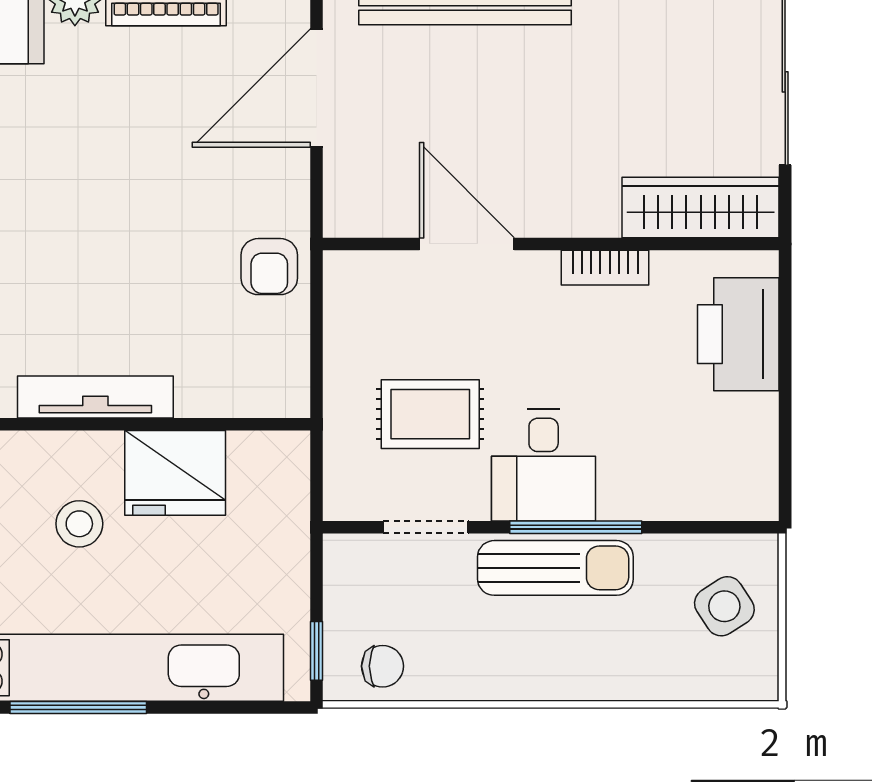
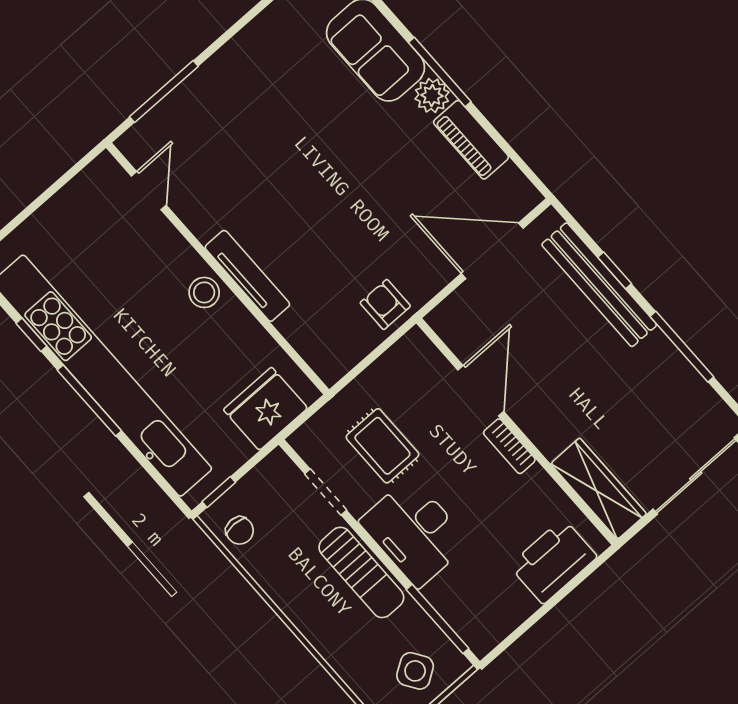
armchair: (269, 267) -> (385, 304), turned 90
bookcase: (605, 268) -> (509, 446), moved
desk: (544, 465) -> (414, 532), width x1.37
fridge: (175, 473) -> (265, 409), moved, turned 90
stool: (79, 524) -> (204, 292), moved
window: (576, 527) -> (438, 619), moved

